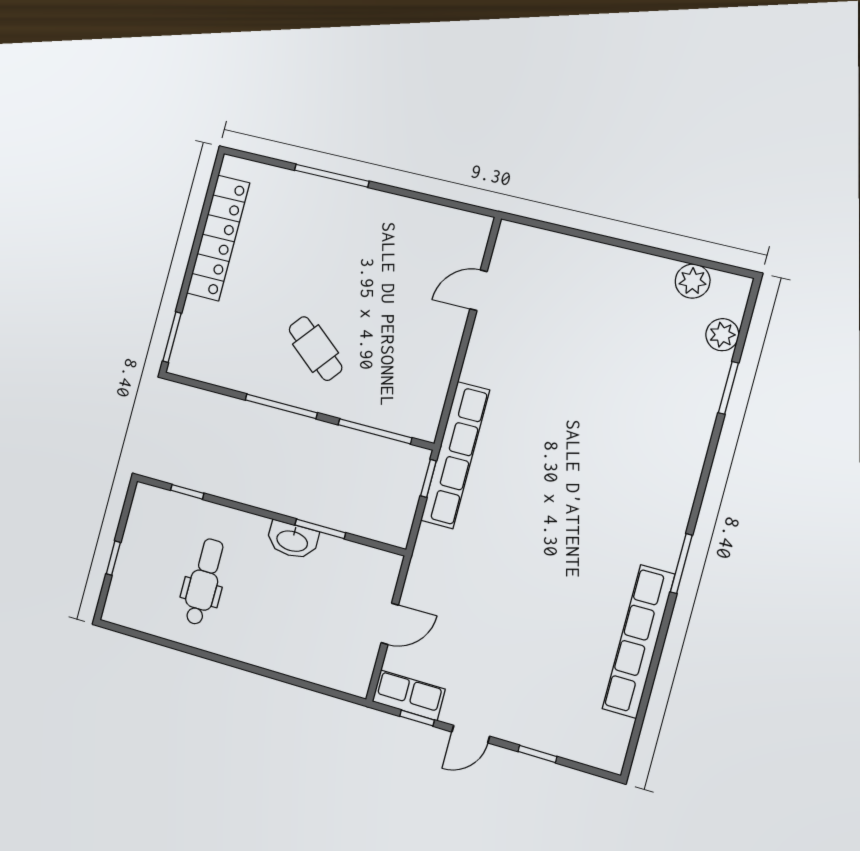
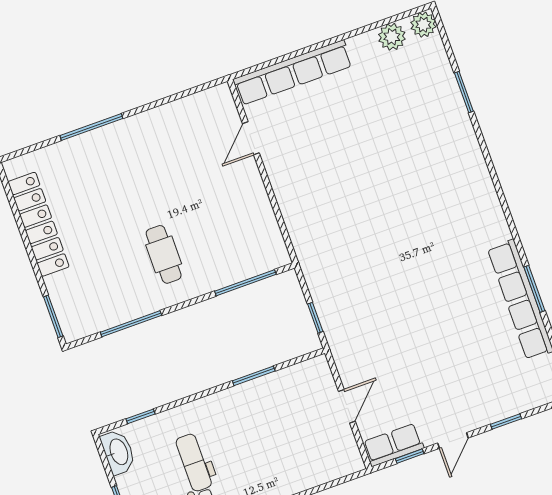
plant: (722, 335) -> (423, 25), moved
cafe table: (316, 349) -> (164, 254), turned 51
window: (281, 406) -> (131, 324), moved
row of seats: (455, 455) -> (293, 72), moved, turned 90
window: (428, 478) -> (315, 318), moved
washbasin: (292, 540) -> (118, 452), moved, turned -90
window: (681, 564) -> (534, 289), moved

